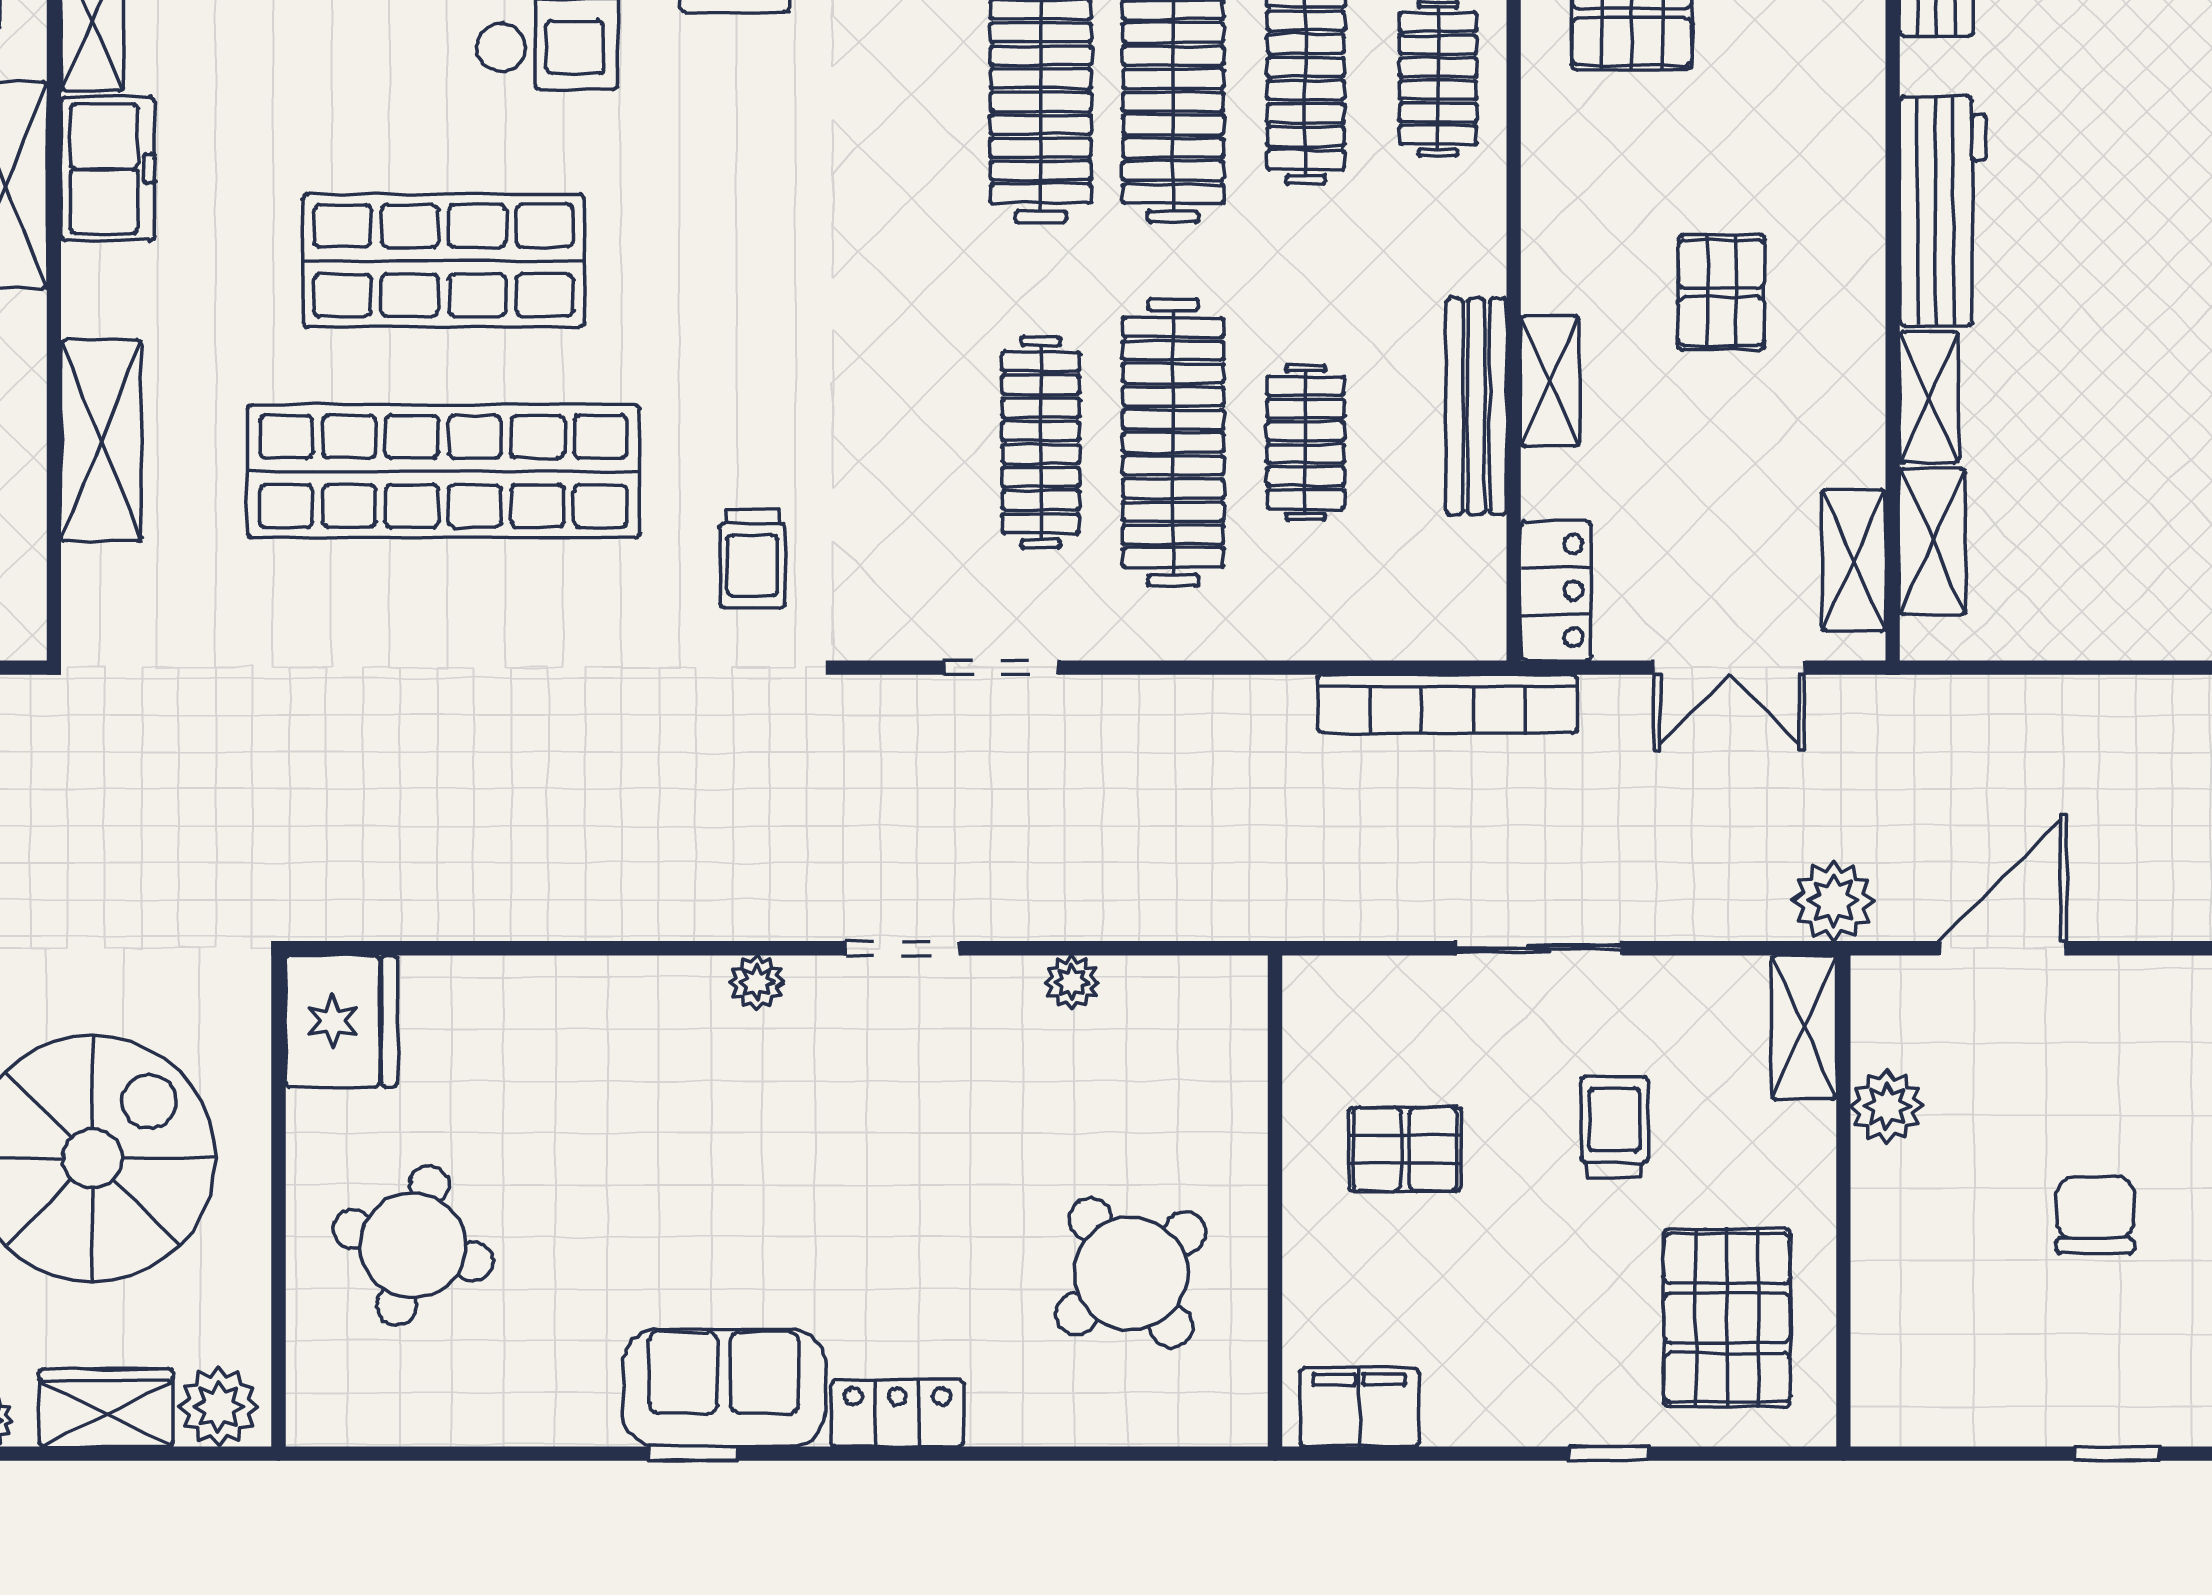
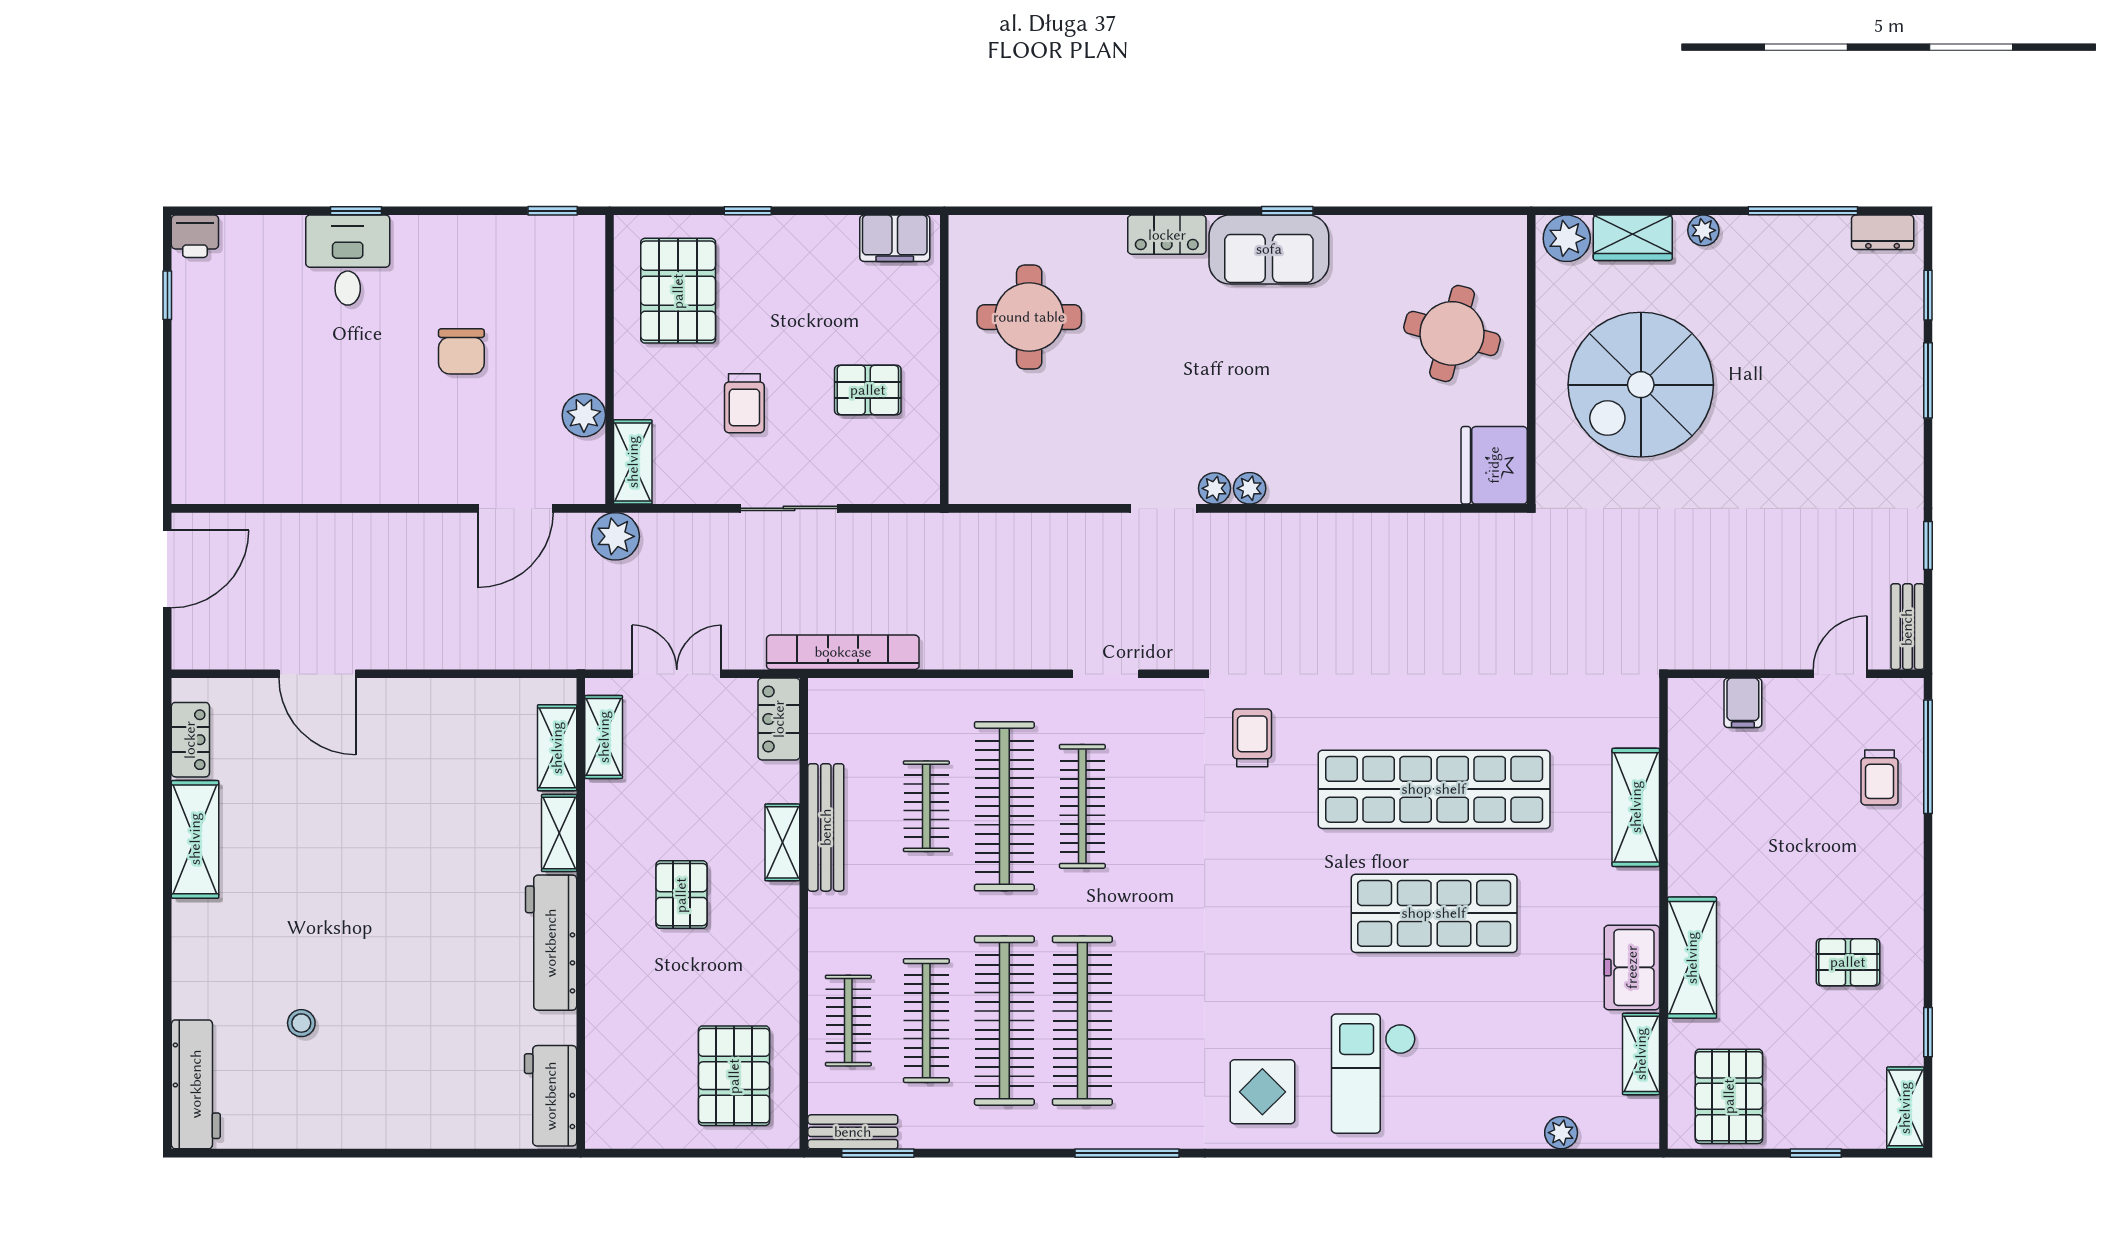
plant: (1071, 982) -> (1215, 488), moved
round table: (1131, 1273) -> (1029, 317), turned 37
window: (2117, 1454) -> (553, 211), moved

